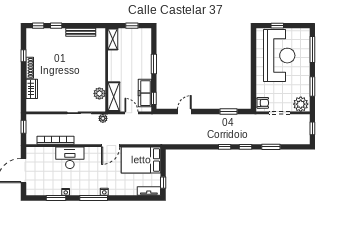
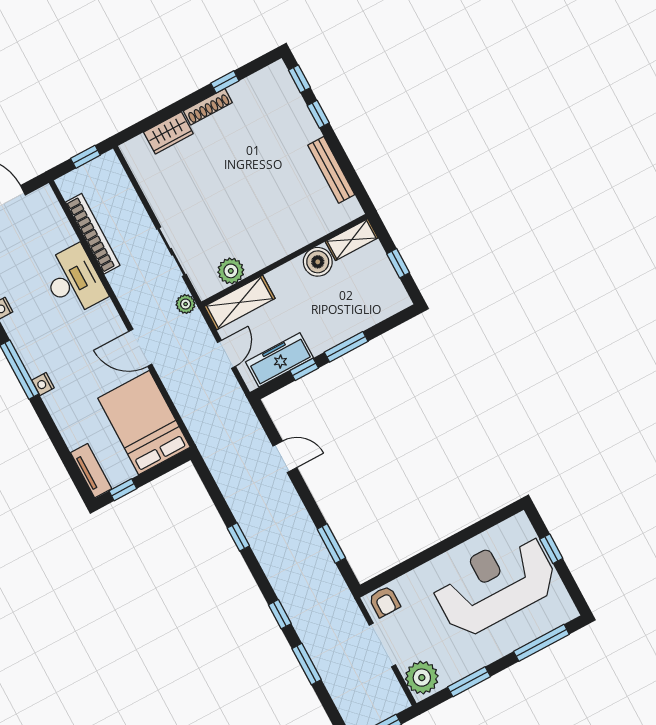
reception desk: (279, 56) -> (495, 584), turned 180
boiler: (114, 57) -> (318, 262), added
window: (154, 98) -> (304, 369), moved
window: (225, 147) -> (238, 537), moved

